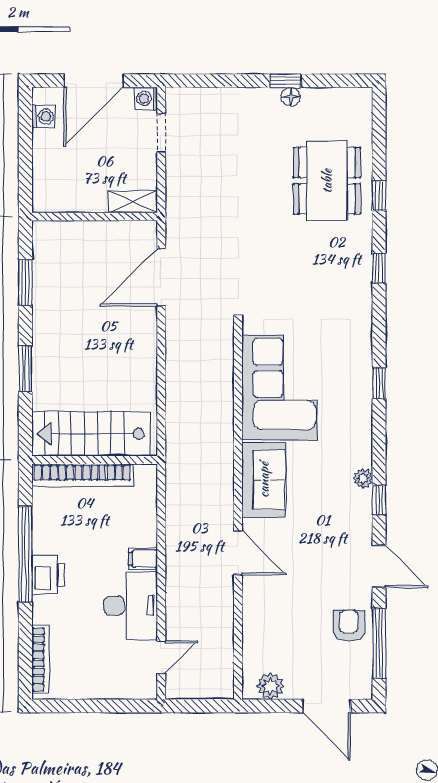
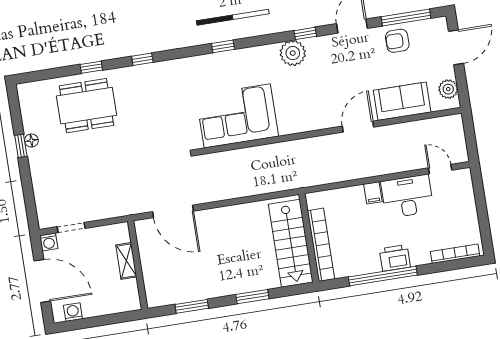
shelving: (133, 202) -> (126, 261), moved
plant: (363, 478) -> (293, 53), width x1.87, depth x1.87
sofa: (264, 480) -> (402, 101), moved

